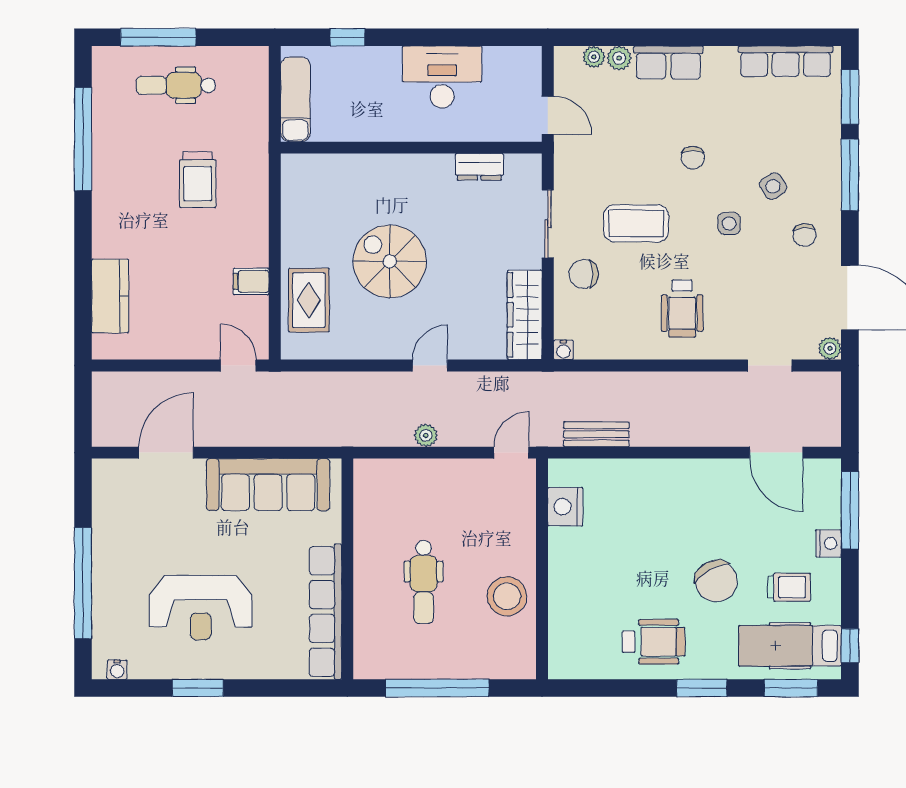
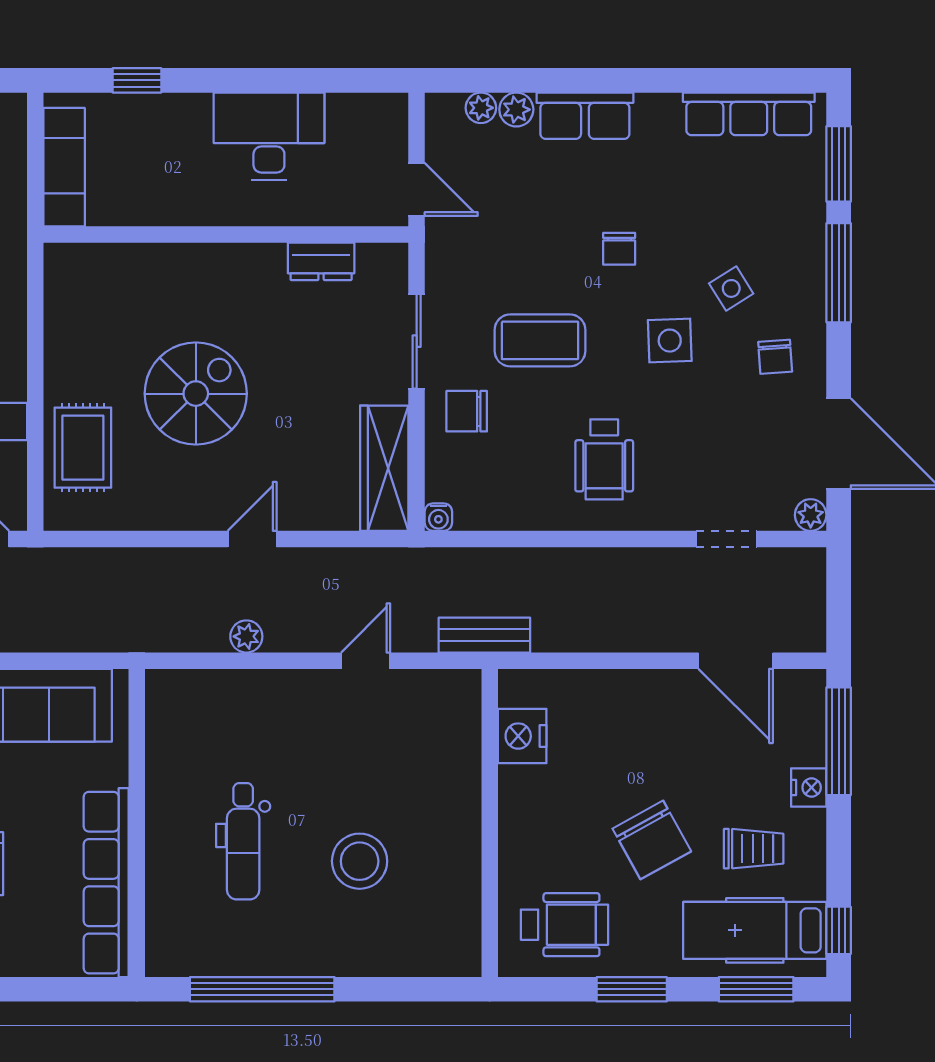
side table: (729, 223) -> (670, 341), width x1.37, depth x1.37
spiral stairs: (390, 261) -> (196, 394), turned 90
nightstand: (565, 507) -> (522, 736), moved
wall: (542, 569) -> (490, 823), moved

